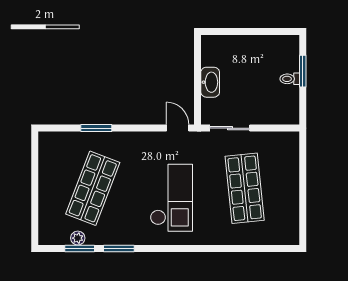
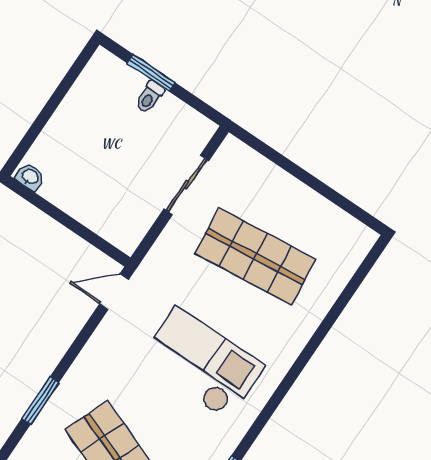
washbasin: (210, 82) -> (30, 177), moved, width x0.52, depth x0.69
sliding door: (230, 128) -> (186, 185), moved

